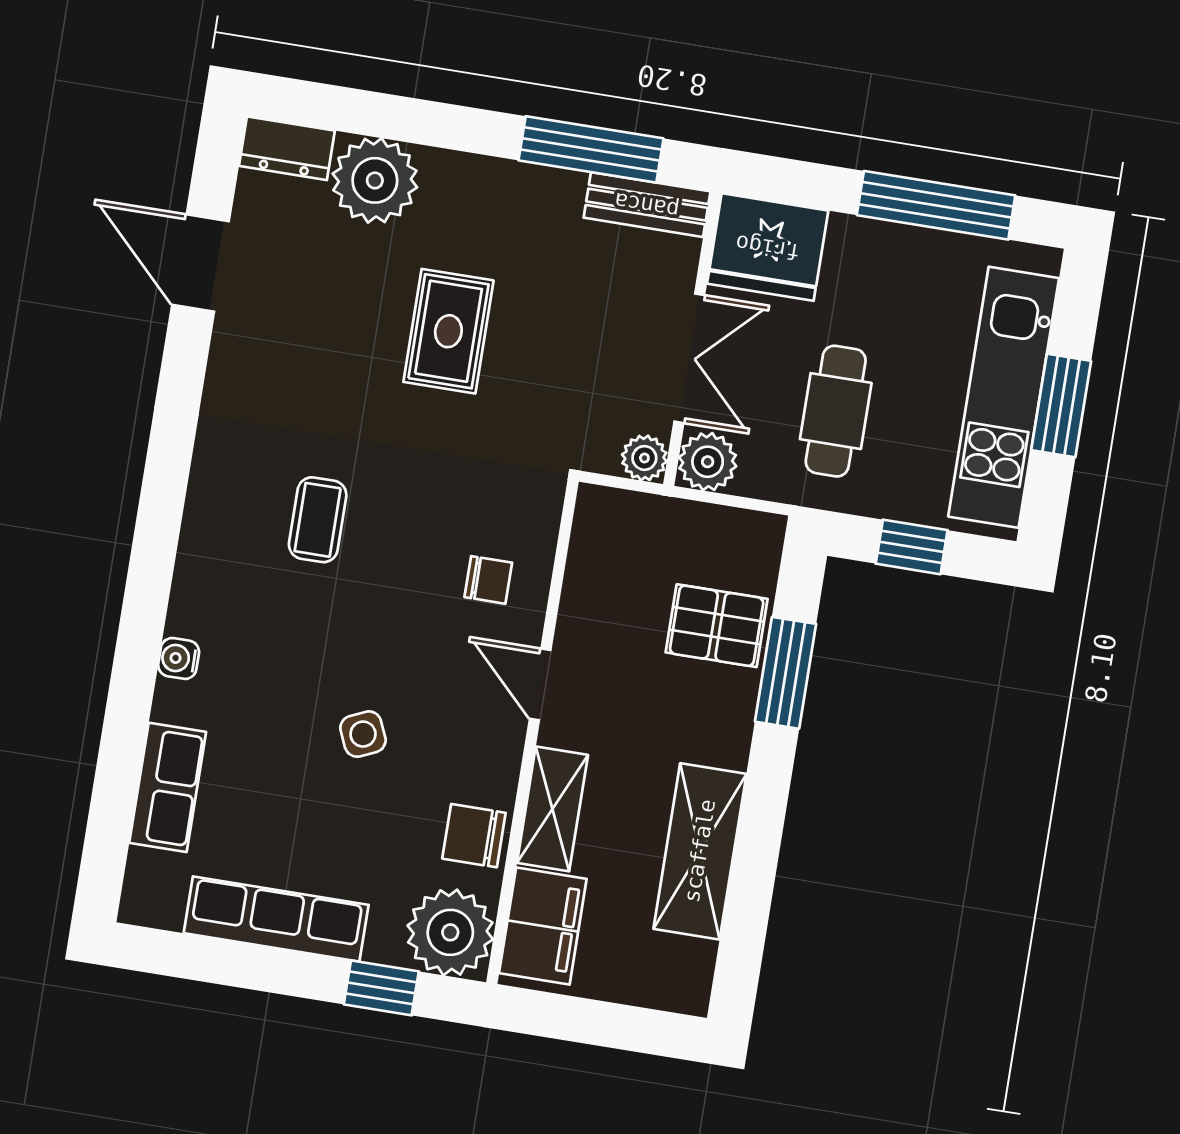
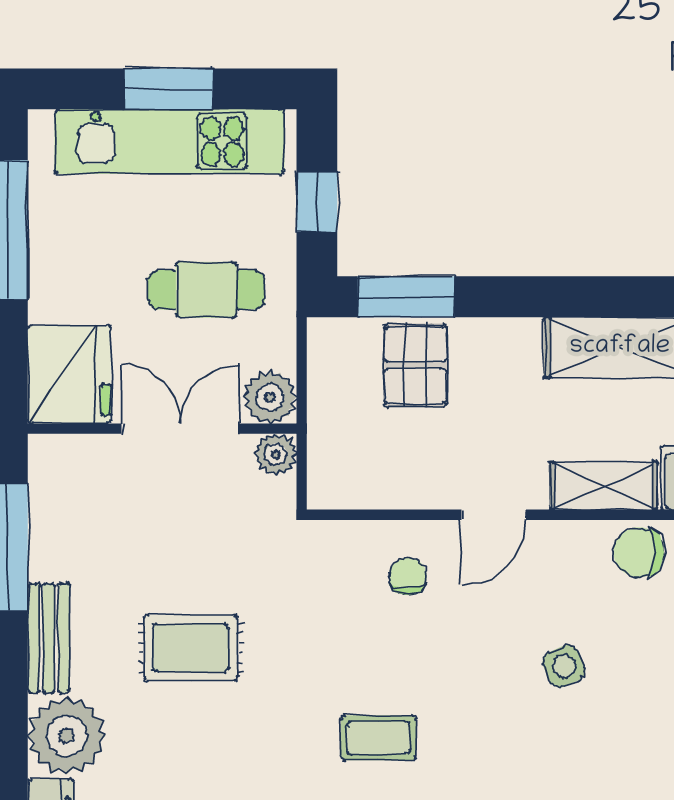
bench: (647, 205) -> (49, 638), moved
window: (786, 673) -> (406, 297), moved
chair: (474, 836) -> (639, 552), turned 90

